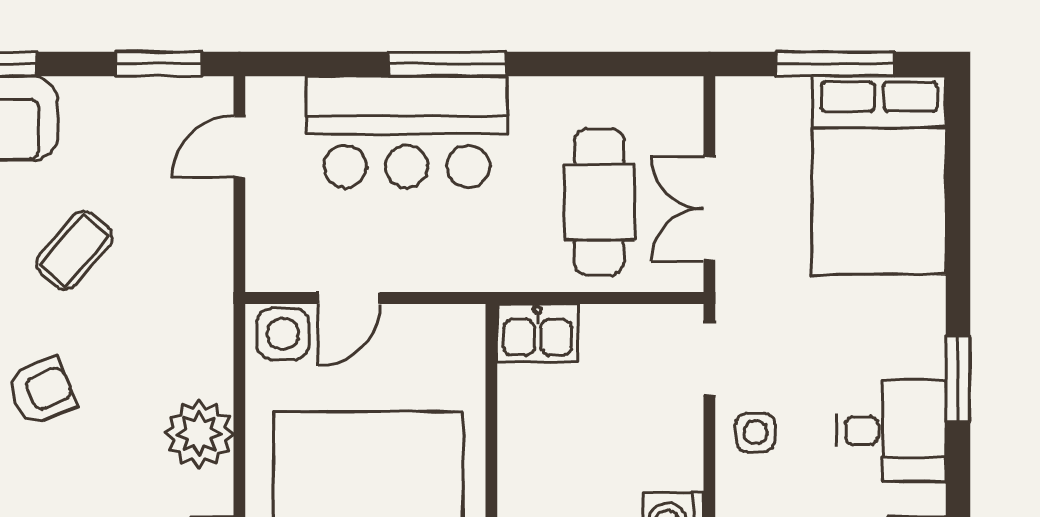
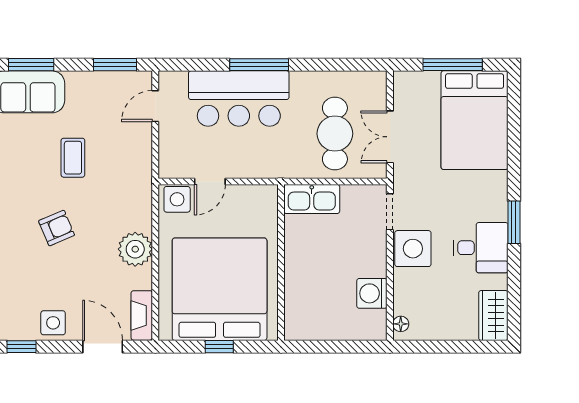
coffee table: (74, 250) -> (73, 158), turned -41
kitchen sink: (538, 333) -> (312, 199), width x1.38
side table: (755, 433) -> (413, 249), width x1.87, depth x1.87

